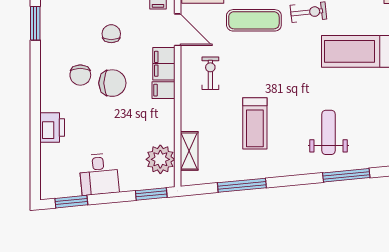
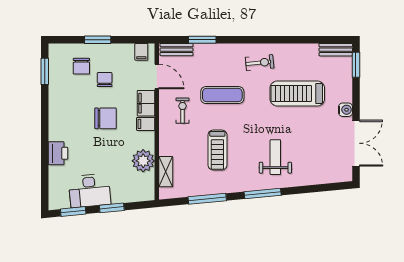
exercise mat: (254, 20) -> (222, 95), moved
chair: (80, 75) -> (81, 66), moved
plant: (160, 159) -> (143, 161), moved
desk: (99, 174) -> (90, 191), width x1.37
window: (346, 175) -> (263, 193), moved
window: (151, 194) -> (112, 208), moved

